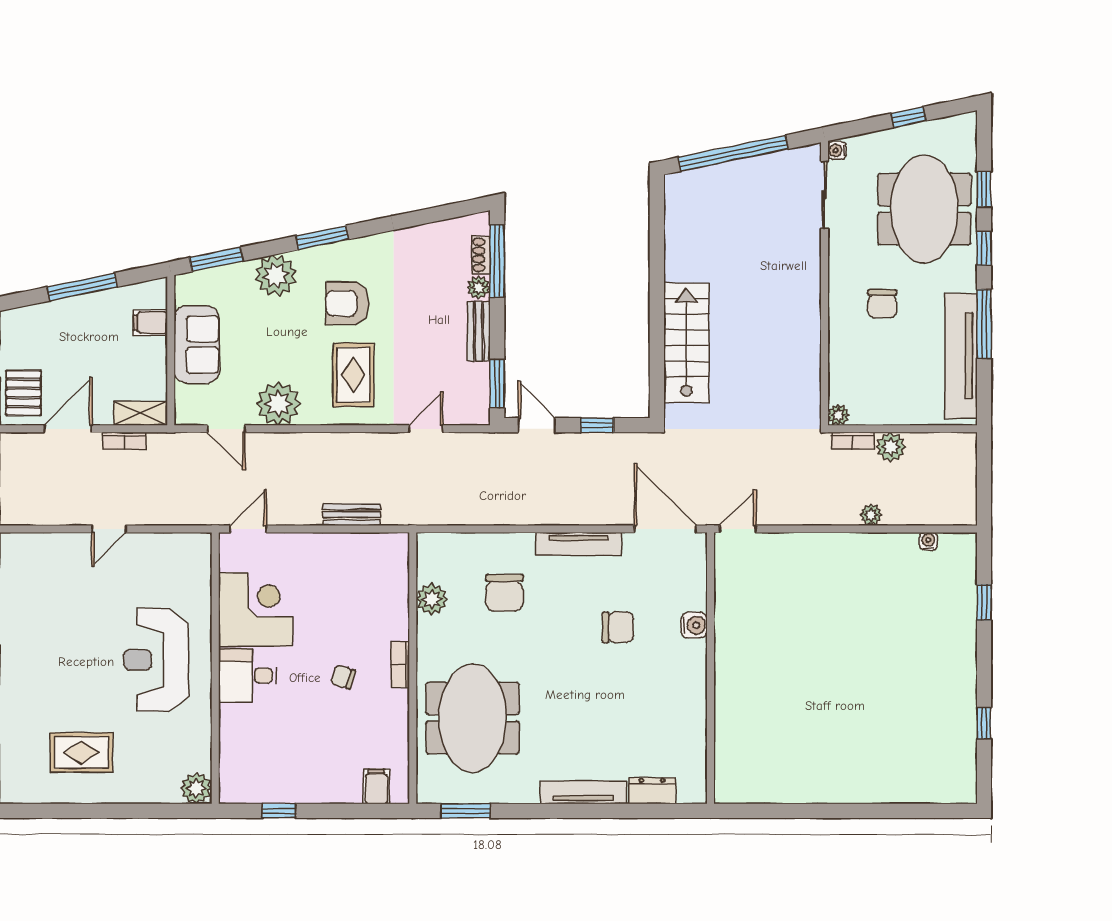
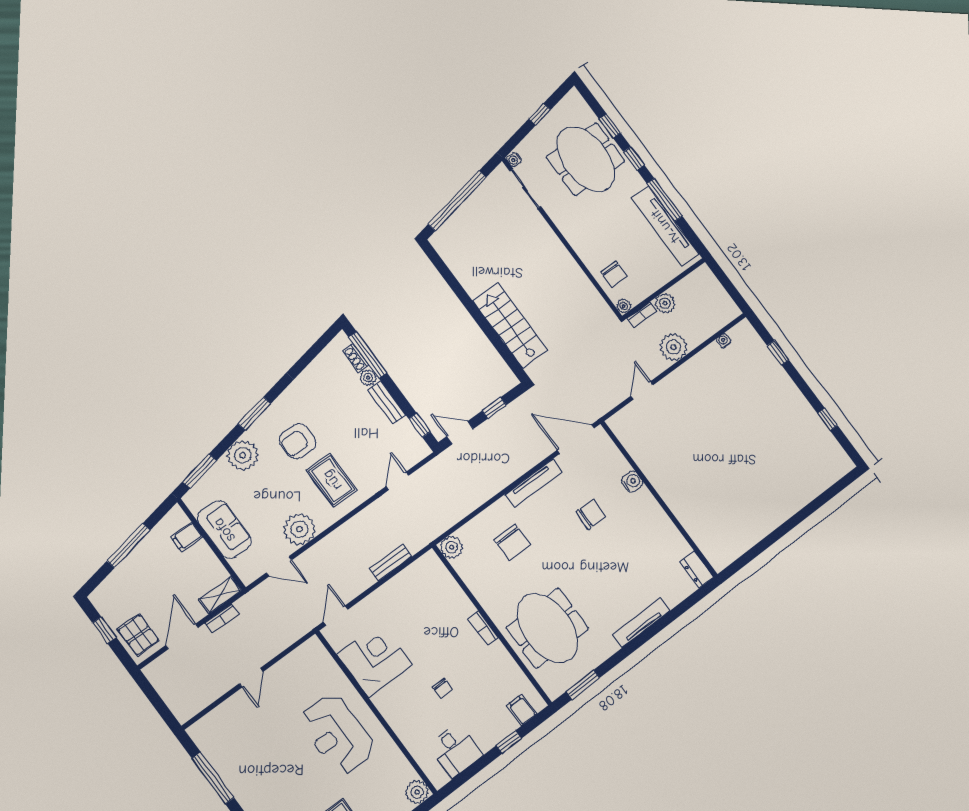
chair: (882, 304) -> (614, 274), moved
window: (497, 383) -> (419, 425), width x0.67
plant: (871, 515) -> (673, 347), width x1.88, depth x1.88
door: (738, 529) -> (642, 390), moved
plant: (432, 599) -> (452, 547), moved
desk: (248, 675) -> (455, 750), moved, turned -90
chair: (343, 677) -> (442, 688), moved, turned -107
dresser: (652, 791) -> (697, 569), moved, turned -90
window: (279, 811) -> (509, 742), moved

